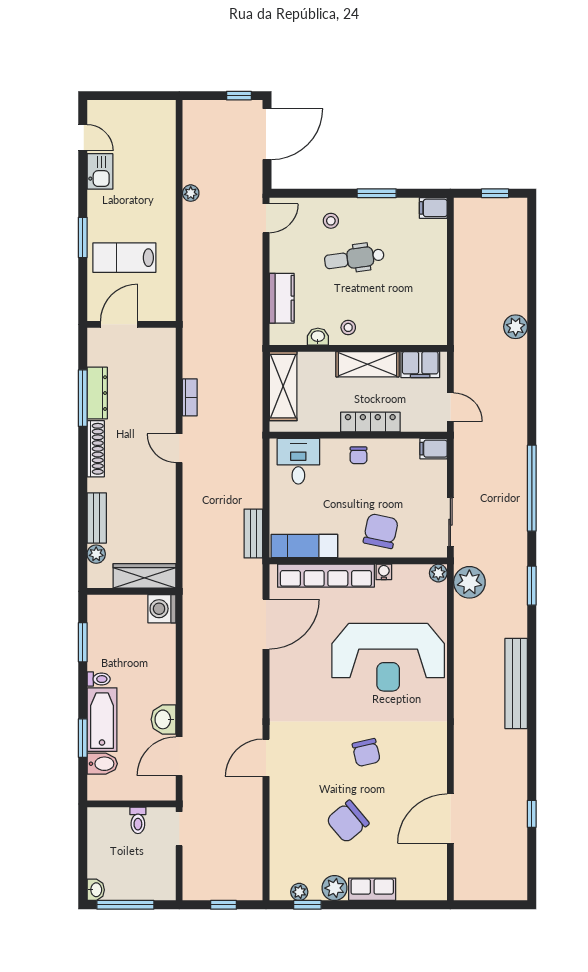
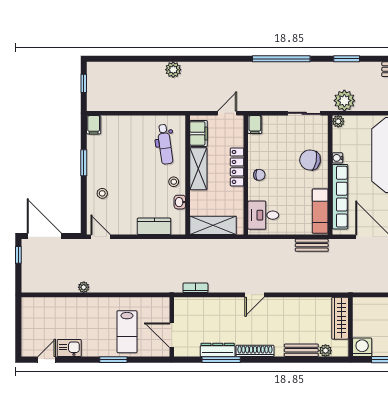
dental chair: (354, 258) -> (165, 144), moved
bookcase: (190, 397) -> (195, 288), moved
washing machine: (162, 609) -> (362, 347), moved, turned 180

